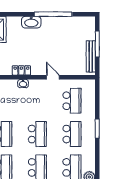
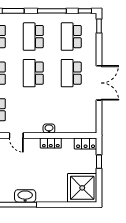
washbasin: (31, 22) -> (25, 196), moved

